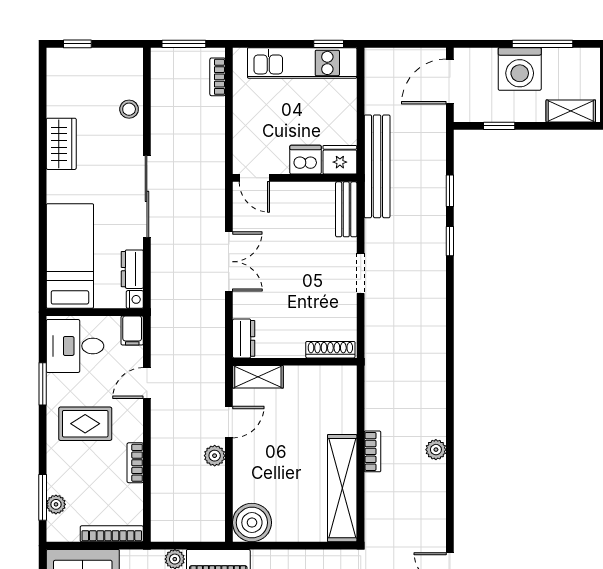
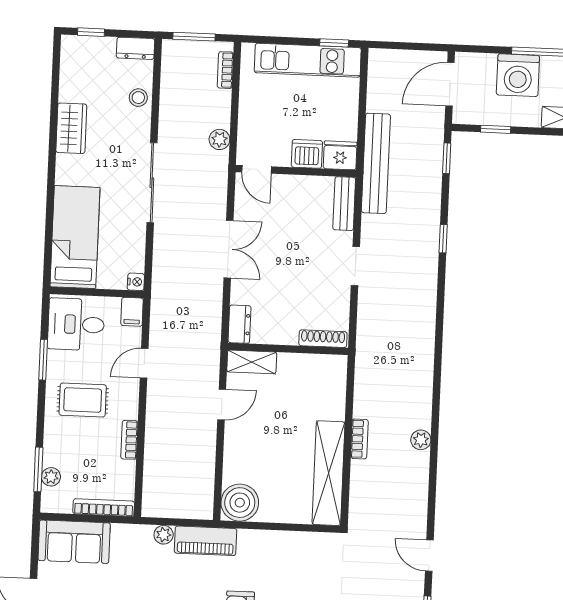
window: (450, 191) -> (447, 158), moved
dresser: (132, 269) -> (135, 48), moved, turned -90
plant: (215, 456) -> (219, 139), moved

